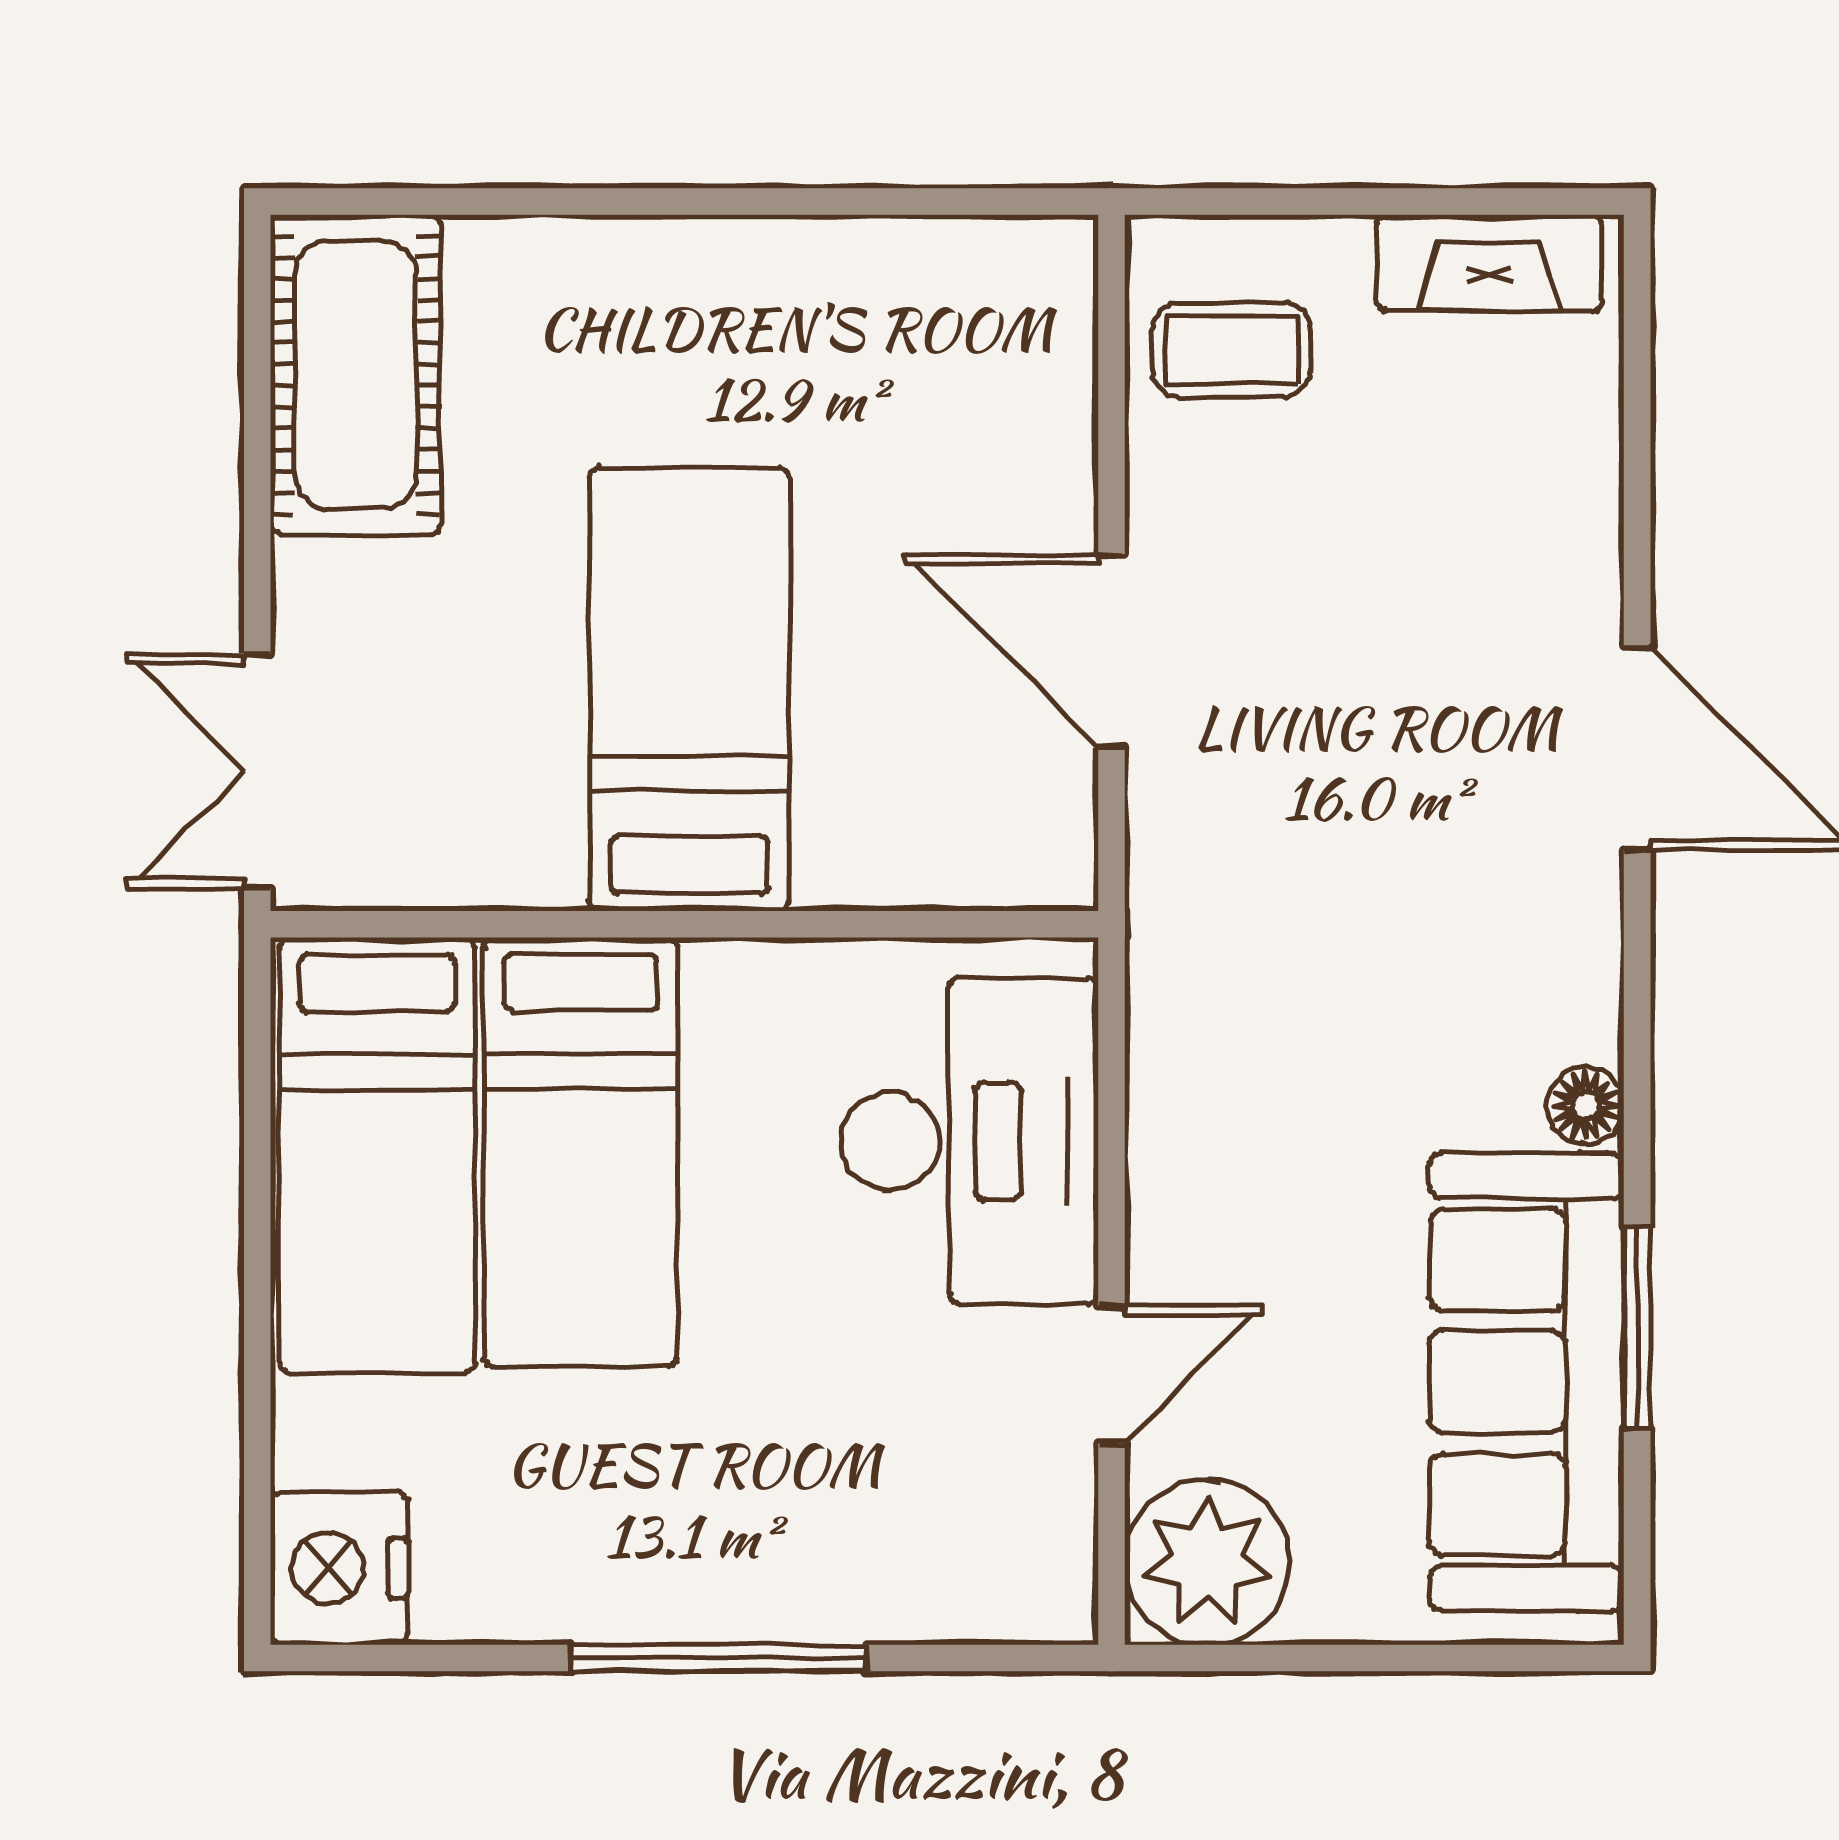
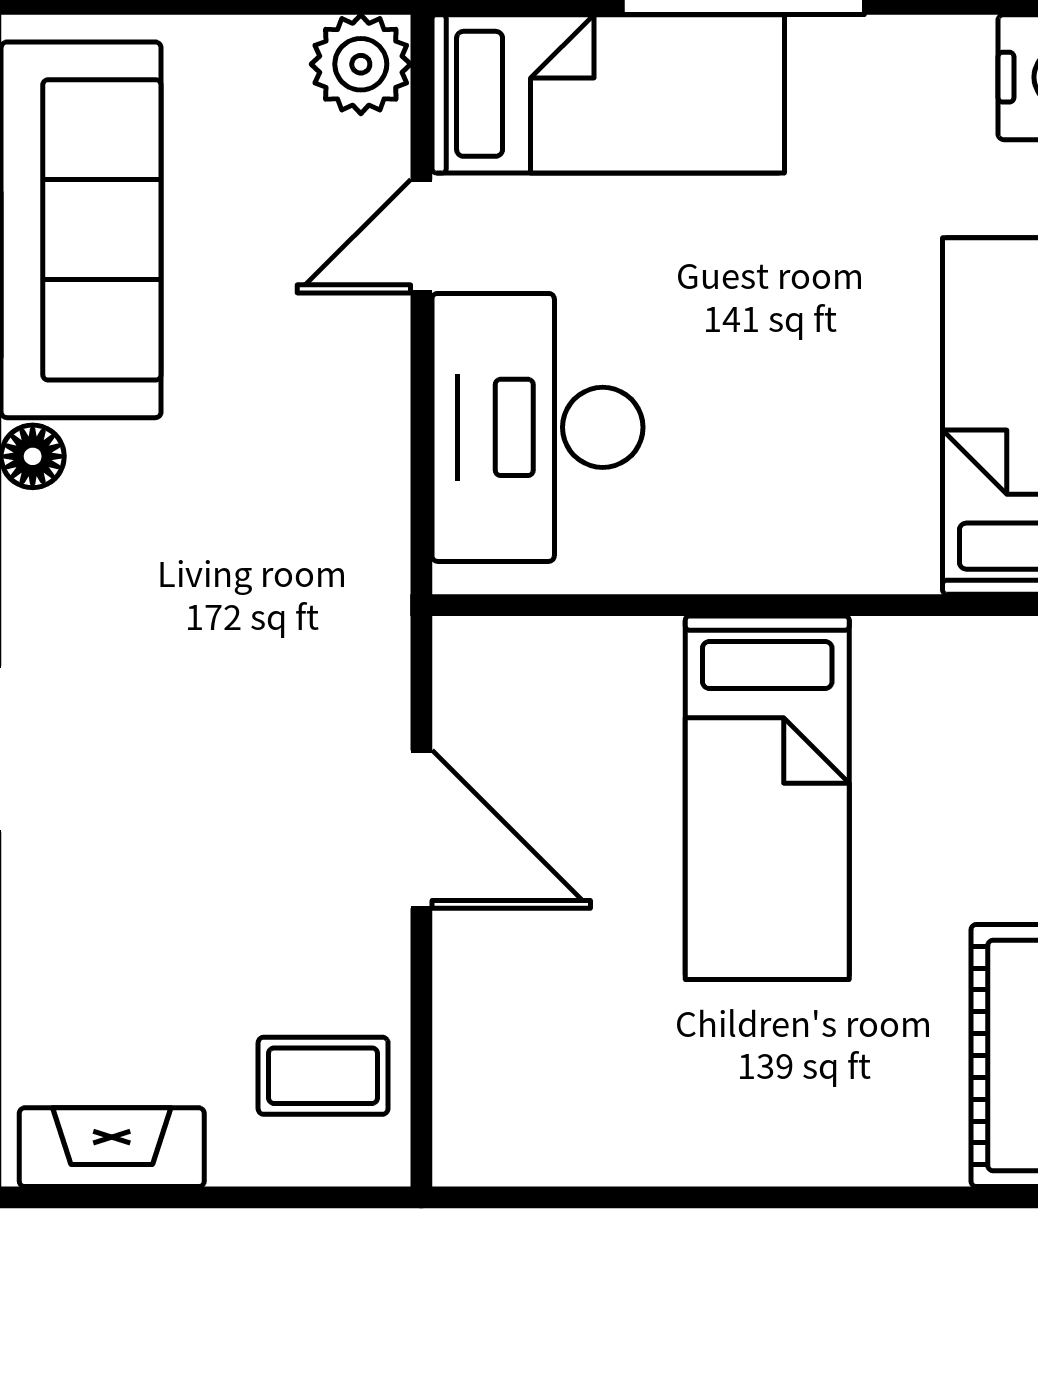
bed: (581, 1152) -> (608, 94), moved, turned 90
plant: (1207, 1562) -> (361, 64), width x0.73, depth x0.73

